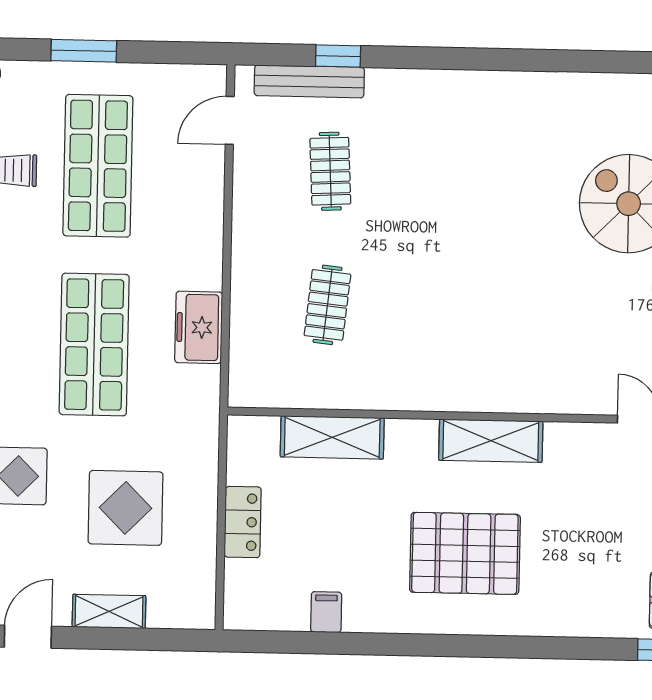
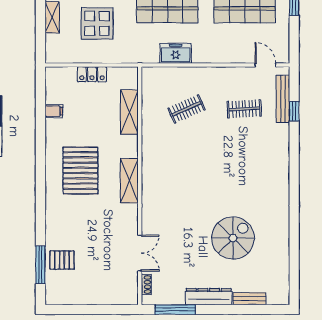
clothes rail: (327, 305) -> (187, 109), turned -30

